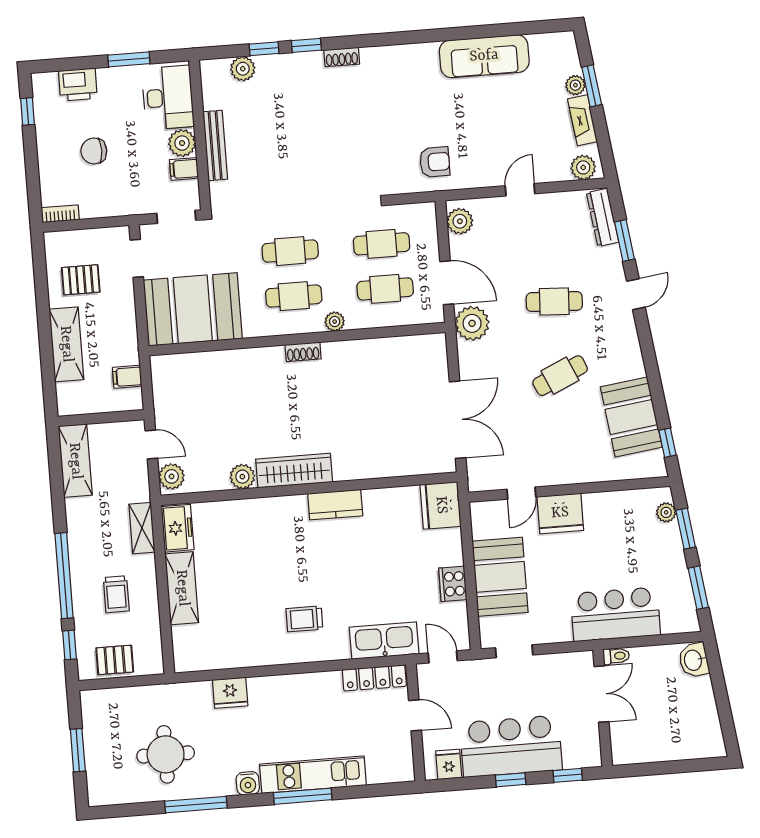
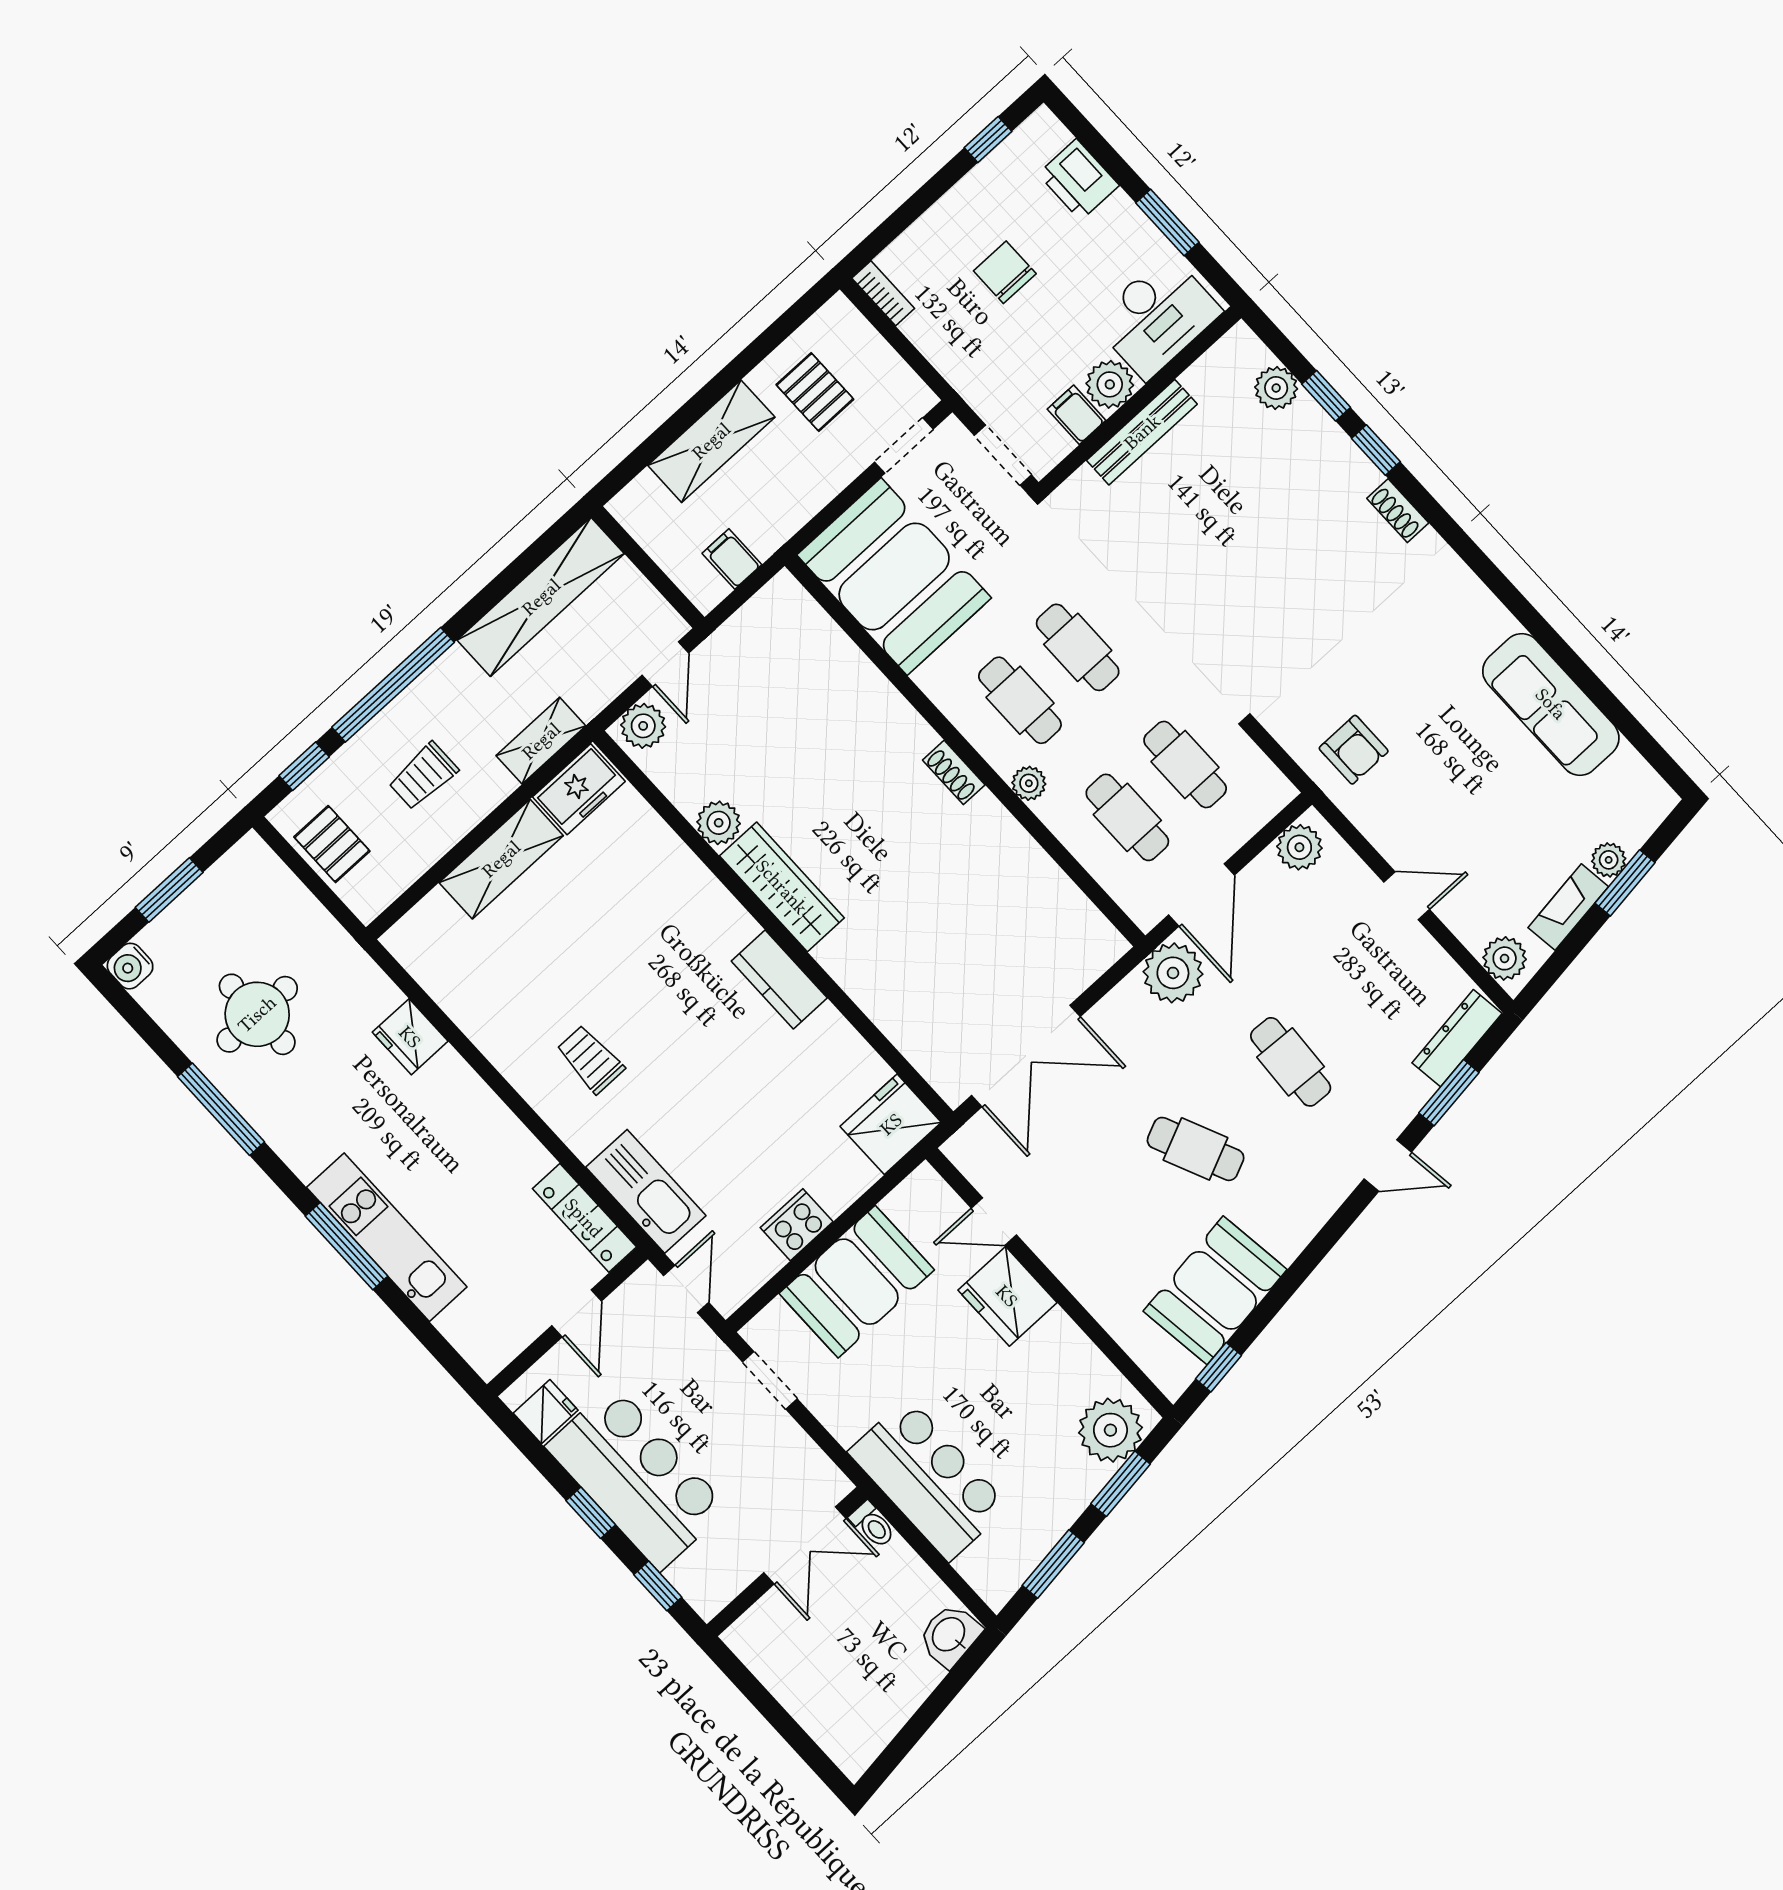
shelving: (75, 461) -> (541, 597), width x1.47
plant: (666, 512) -> (1110, 1430), width x1.87, depth x1.87
water cooler: (248, 783) -> (130, 966), moved

